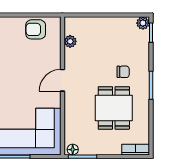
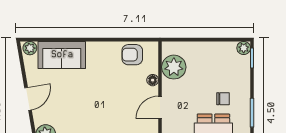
plant: (70, 41) -> (174, 67), width x1.87, depth x1.87
floor lamp: (55, 54) -> (153, 80), added

